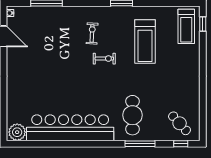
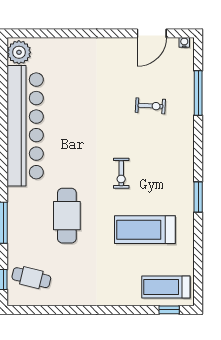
exercise bike: (92, 33) -> (150, 106), moved
cafe table: (132, 115) -> (67, 216), moved, turned 90
cafe table: (180, 123) -> (31, 278), turned 56

